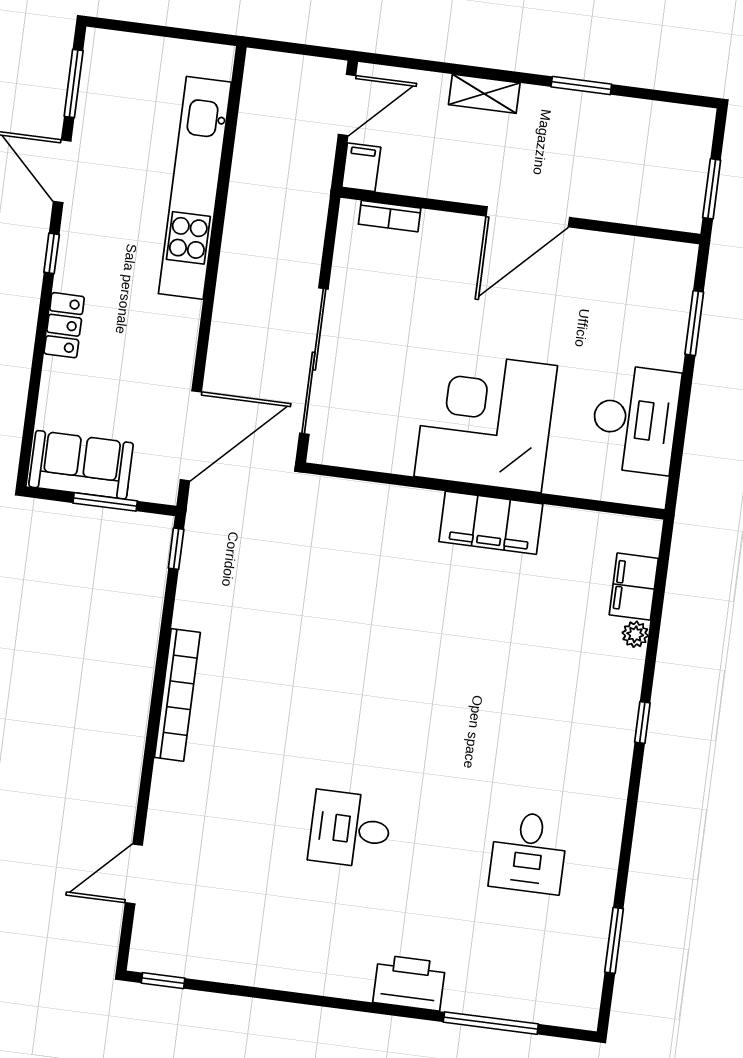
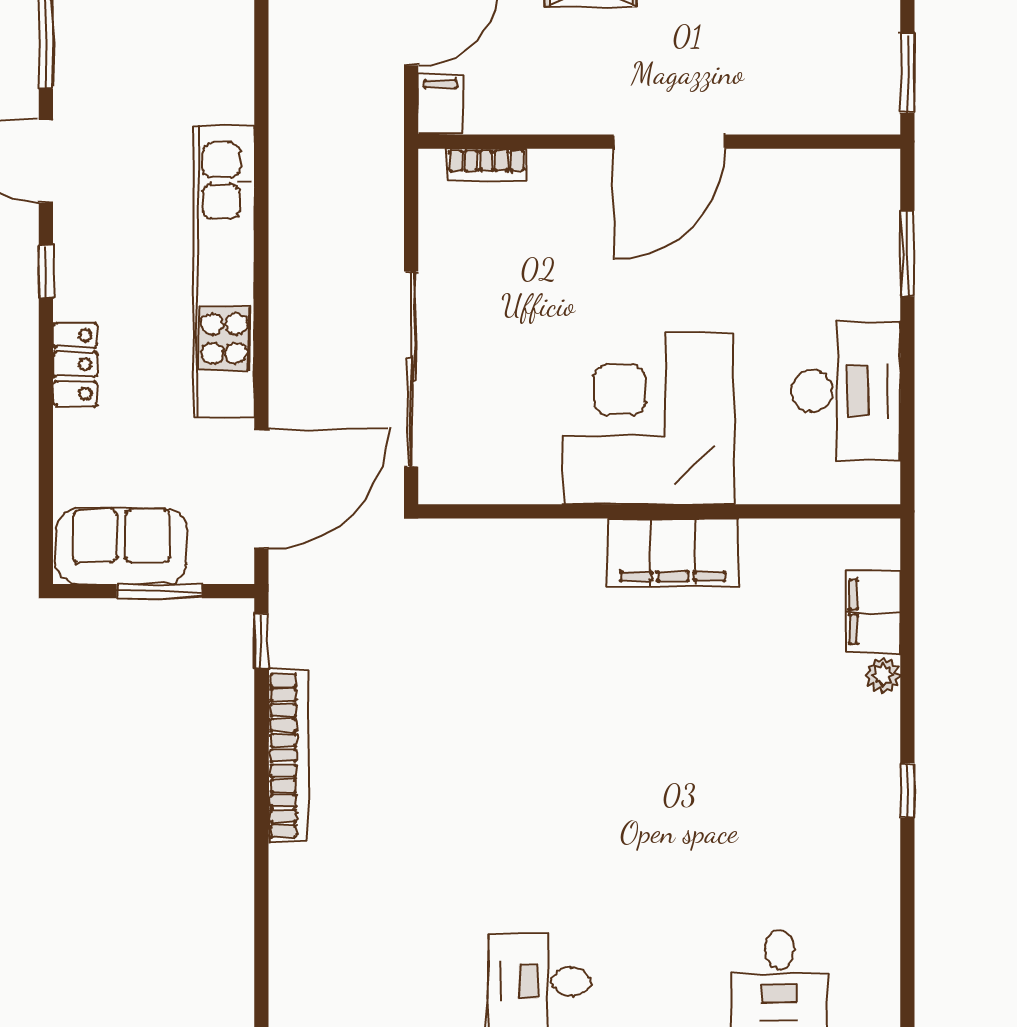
kitchen unit: (195, 188) -> (224, 271), moved
bookcase: (177, 695) -> (288, 756), moved

